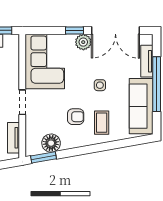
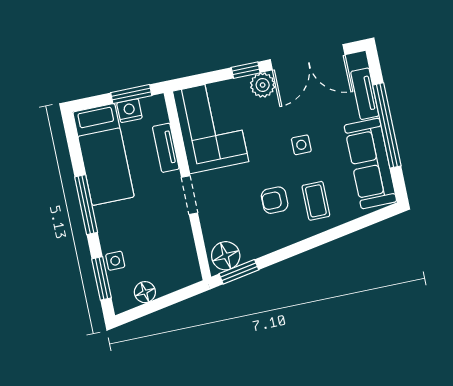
armchair: (76, 117) -> (275, 200), turned 180
tv unit: (14, 138) -> (166, 148), moved
floor lamp: (51, 143) -> (226, 256), moved

